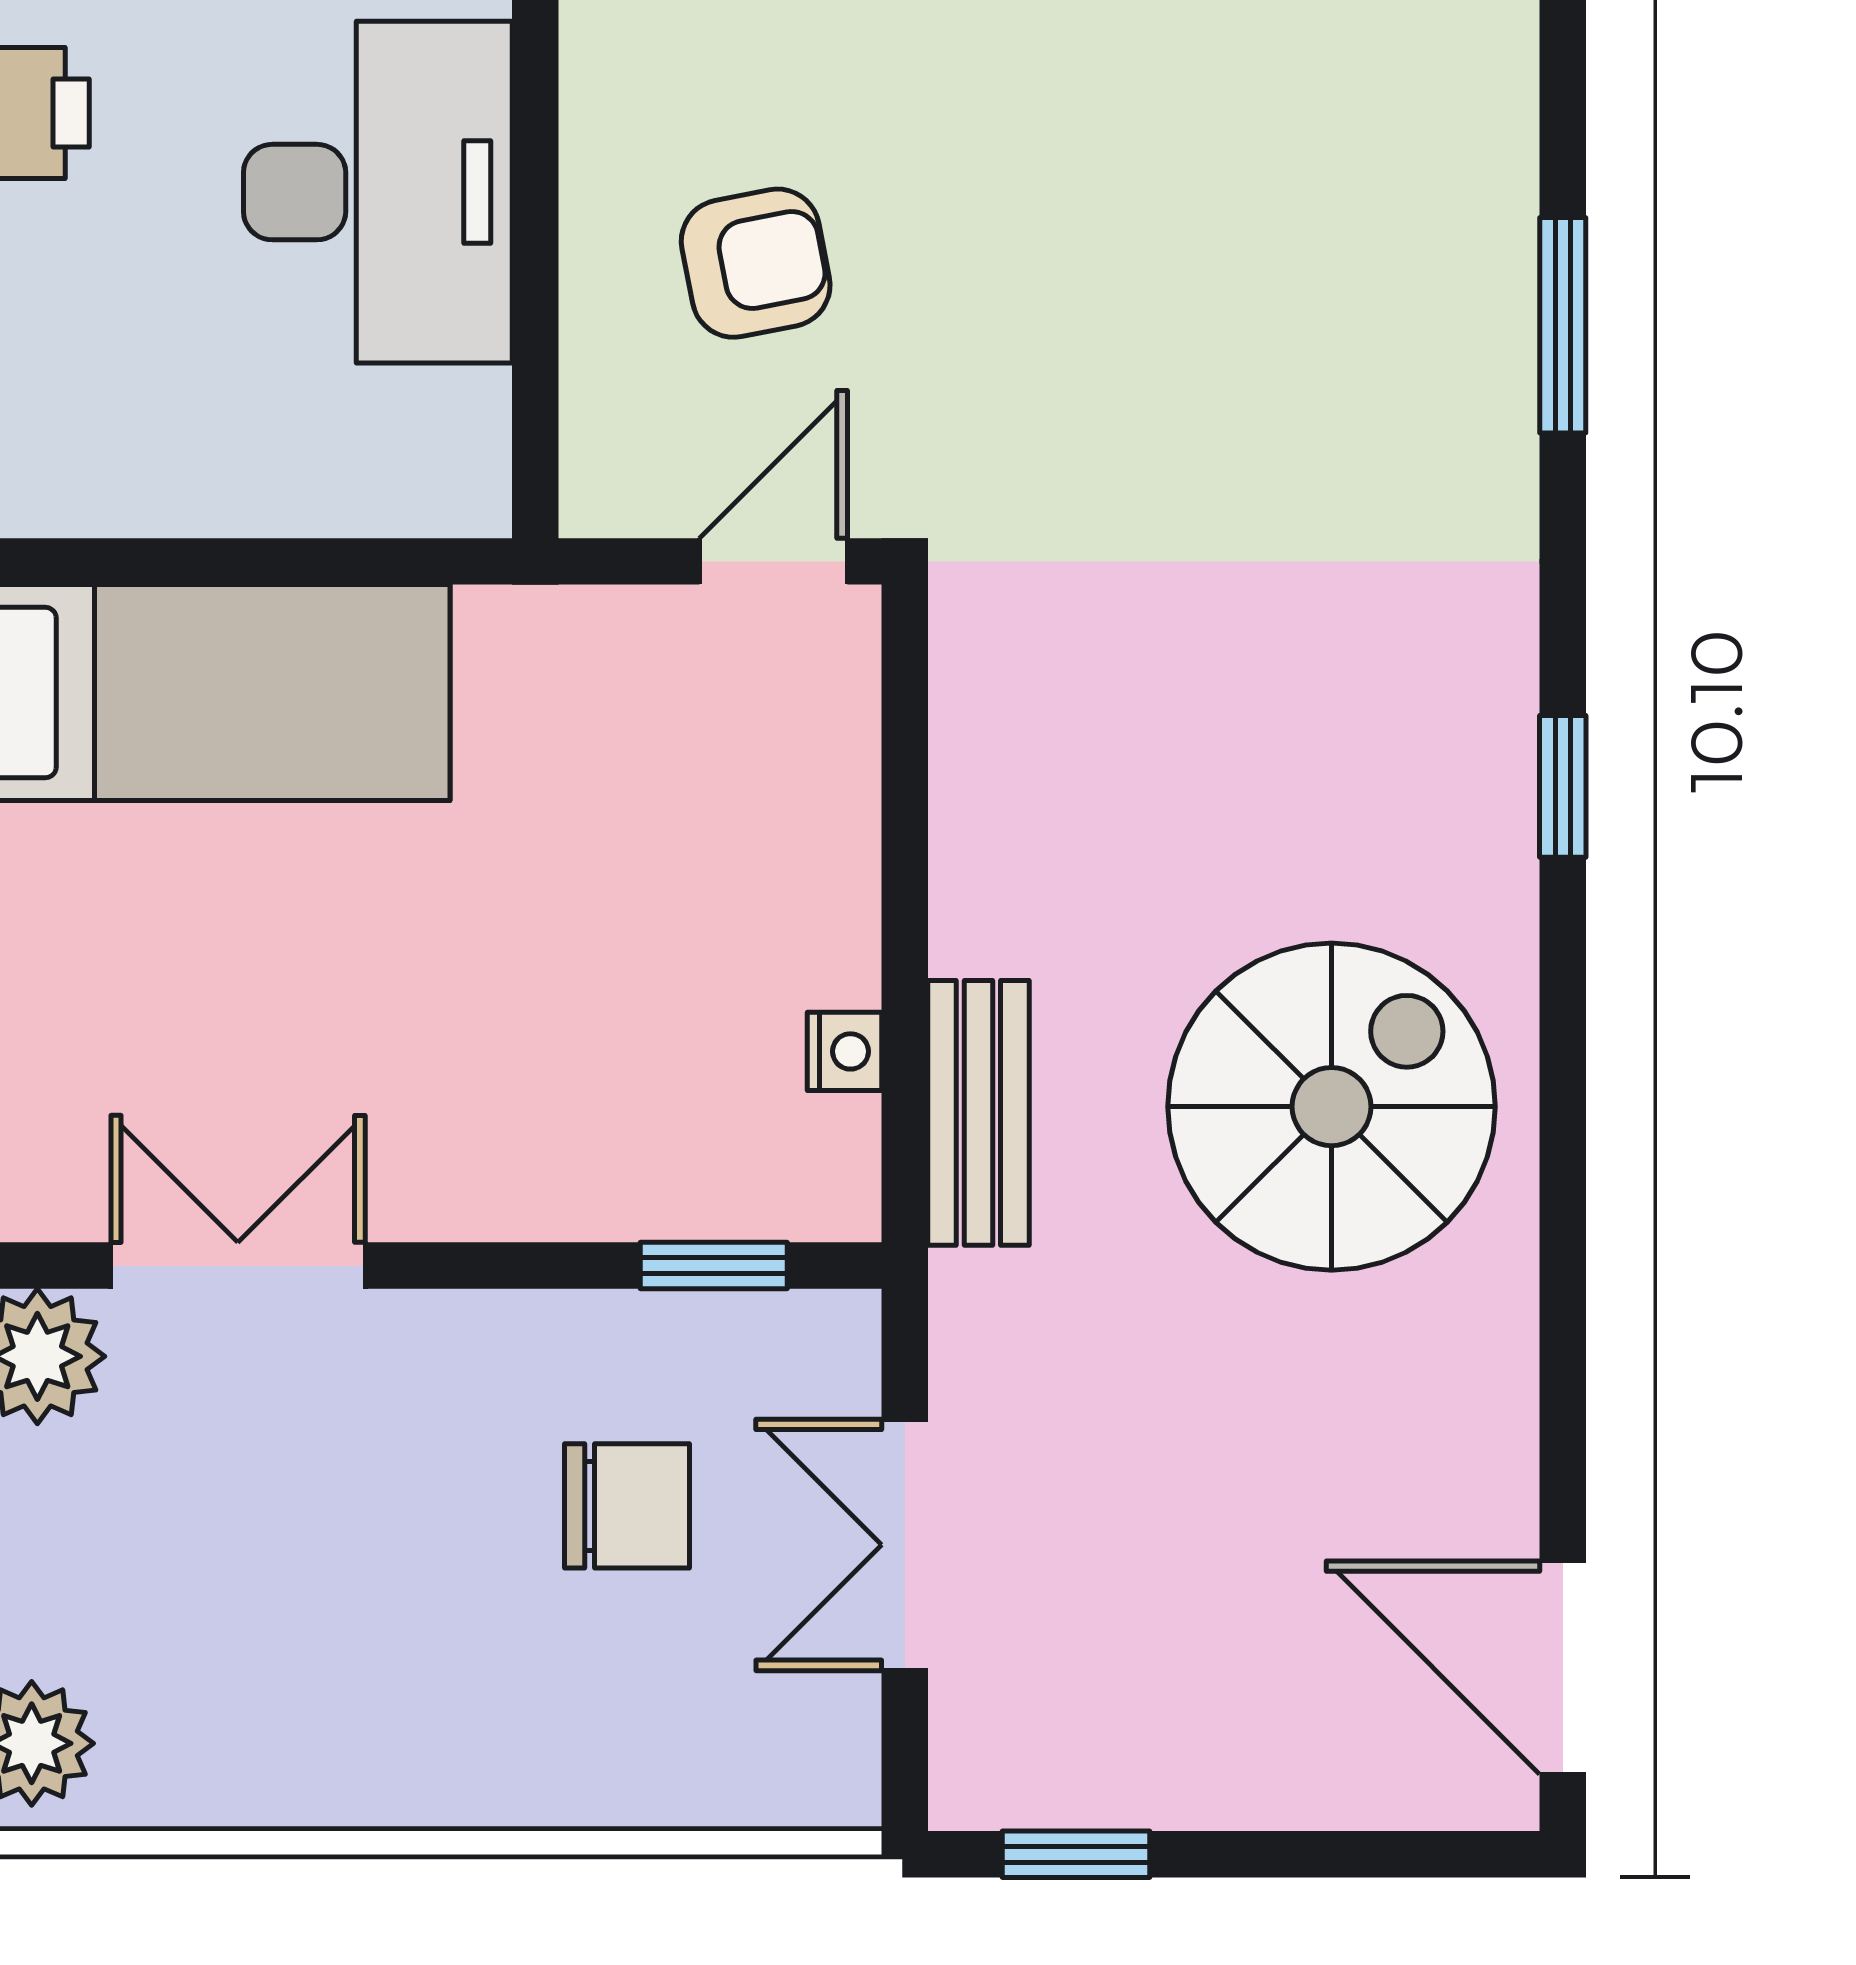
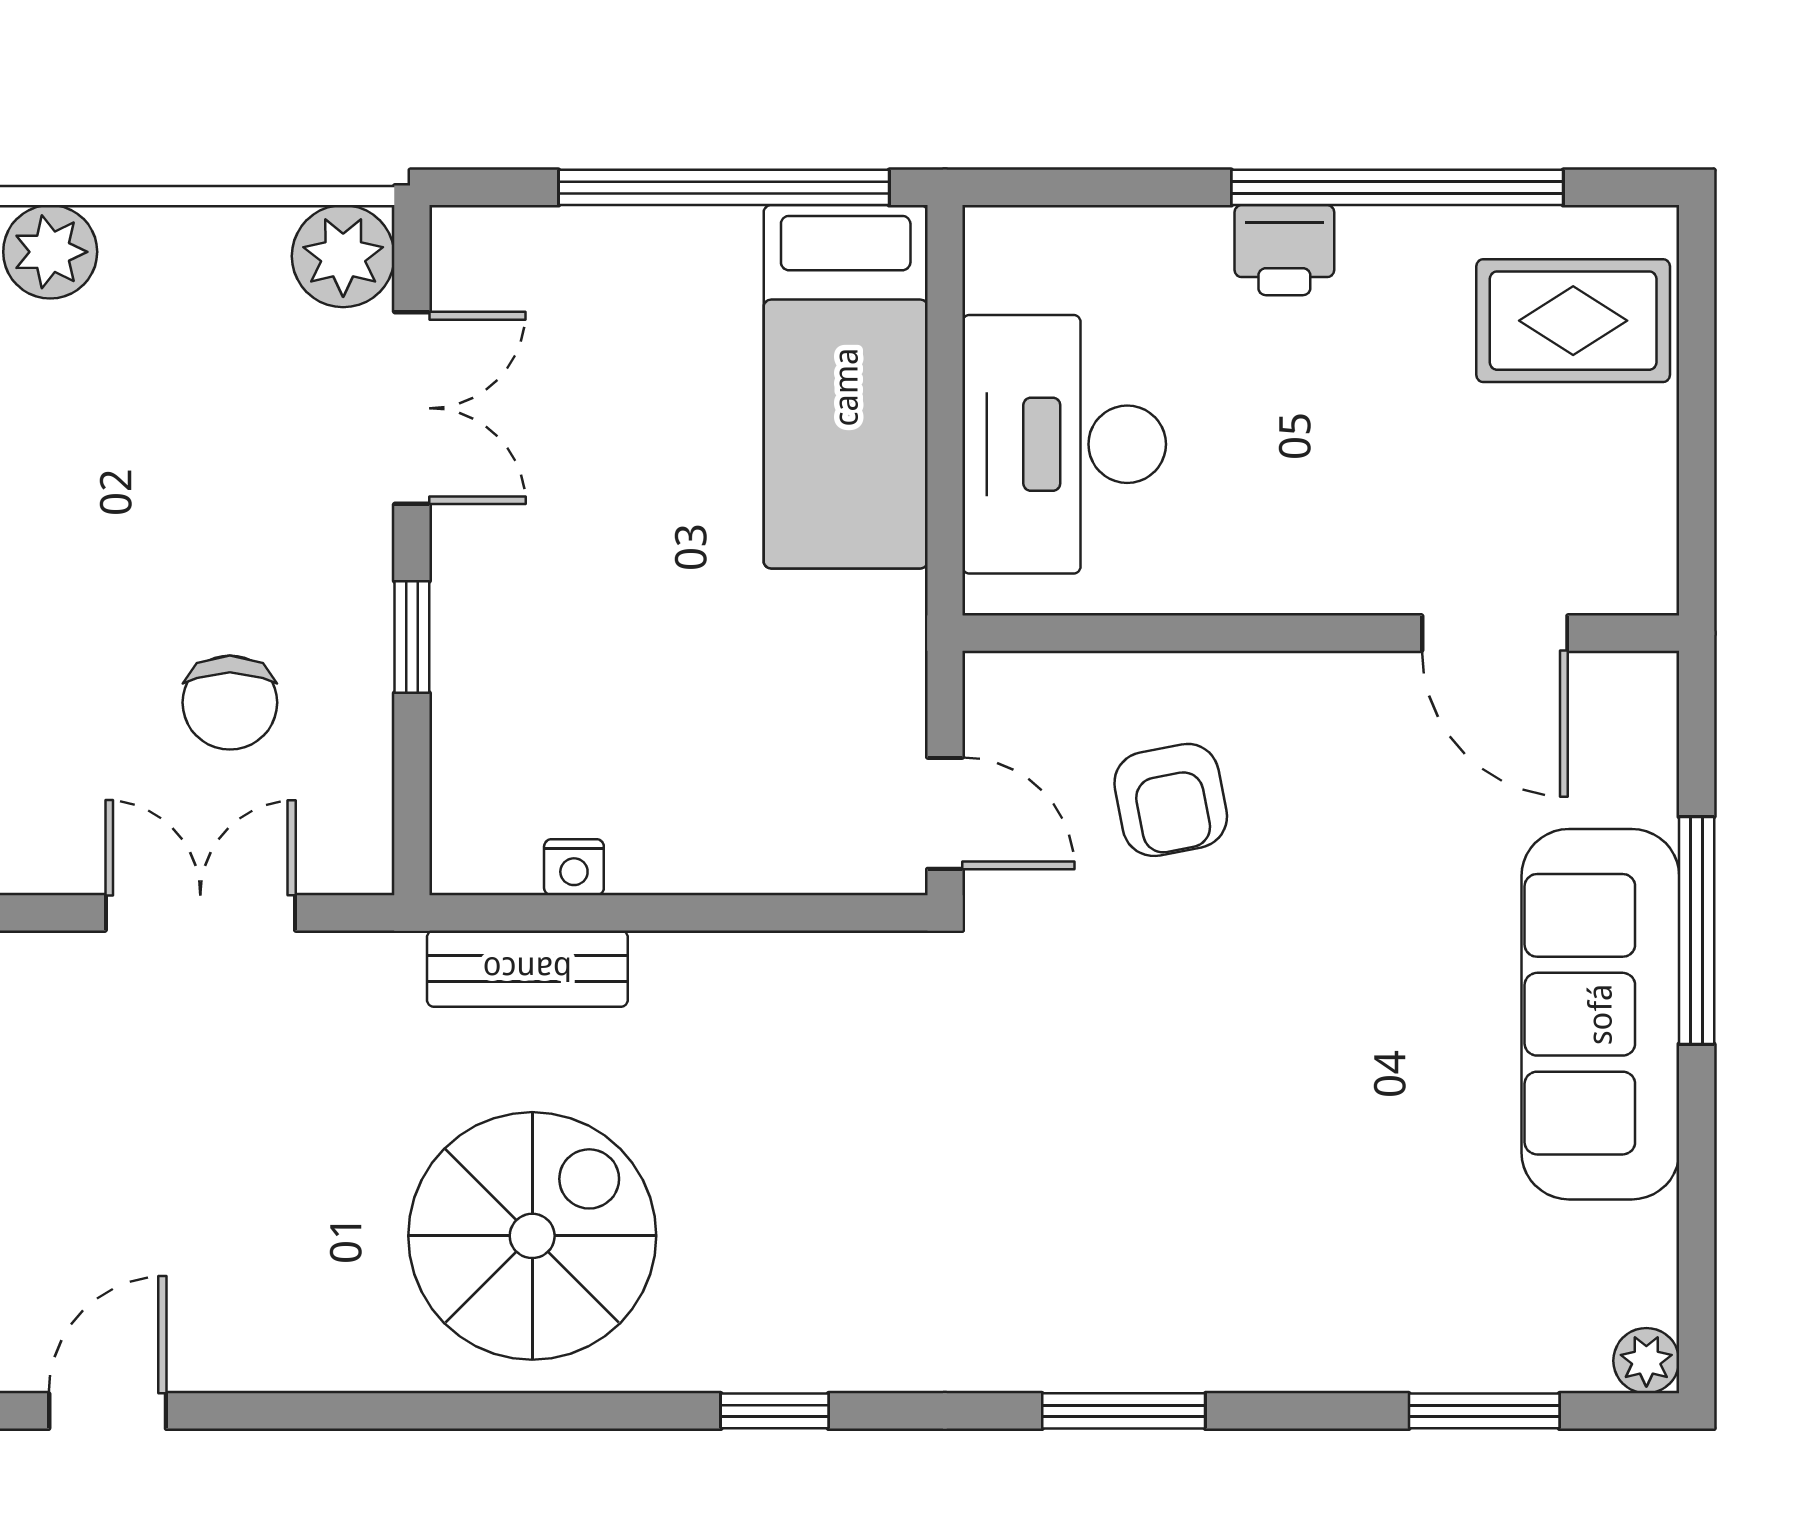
desk: (378, 192) -> (1064, 444), moved, turned 90
spiral stairs: (1332, 1107) -> (532, 1236), turned -90
window: (714, 1266) -> (412, 637), moved
door: (1563, 1668) -> (108, 1411), width x0.73

